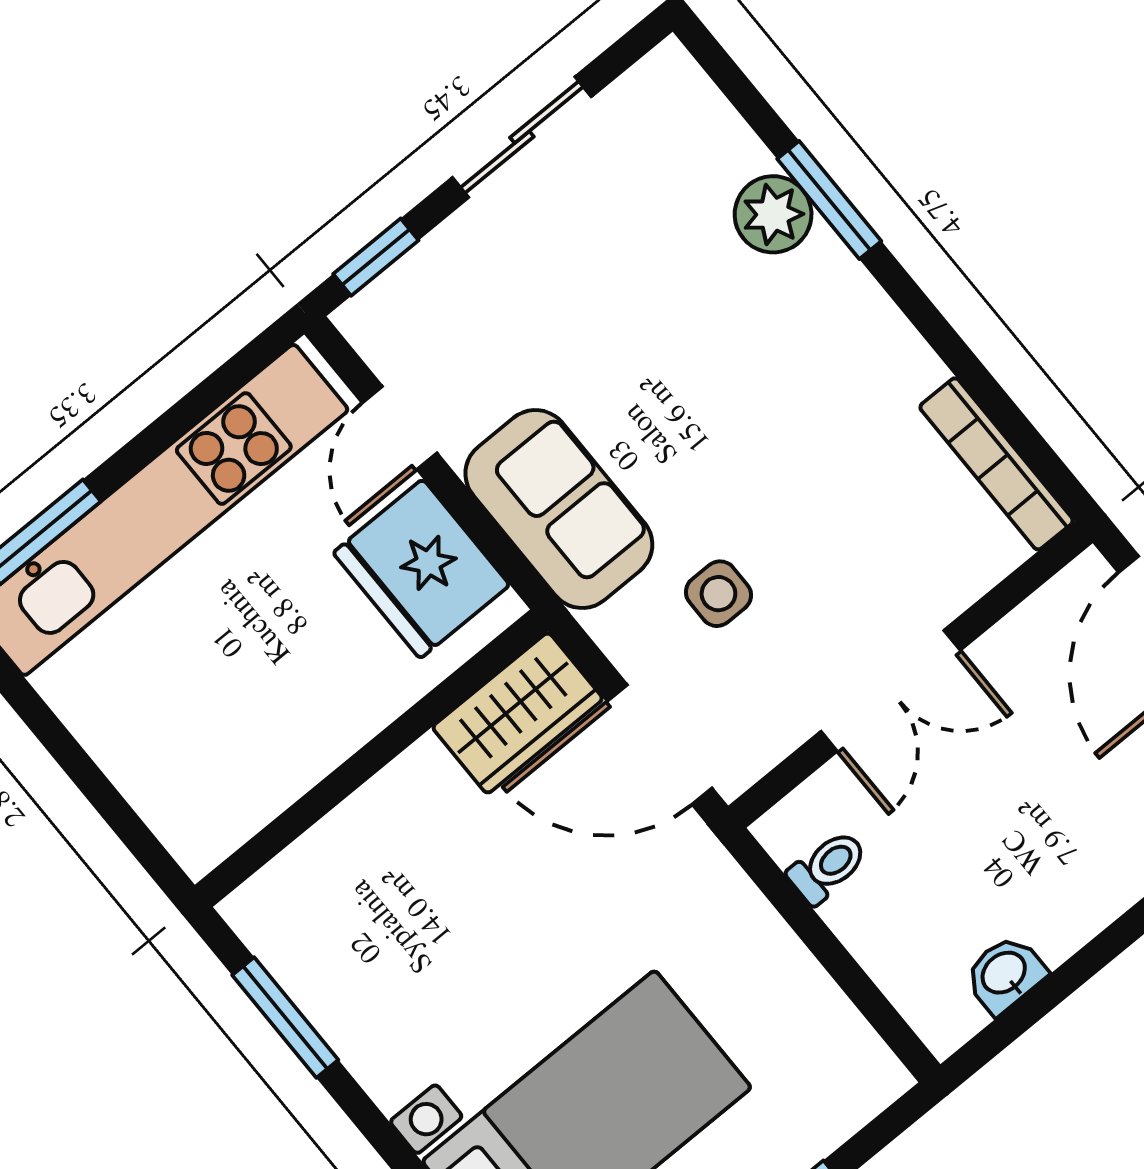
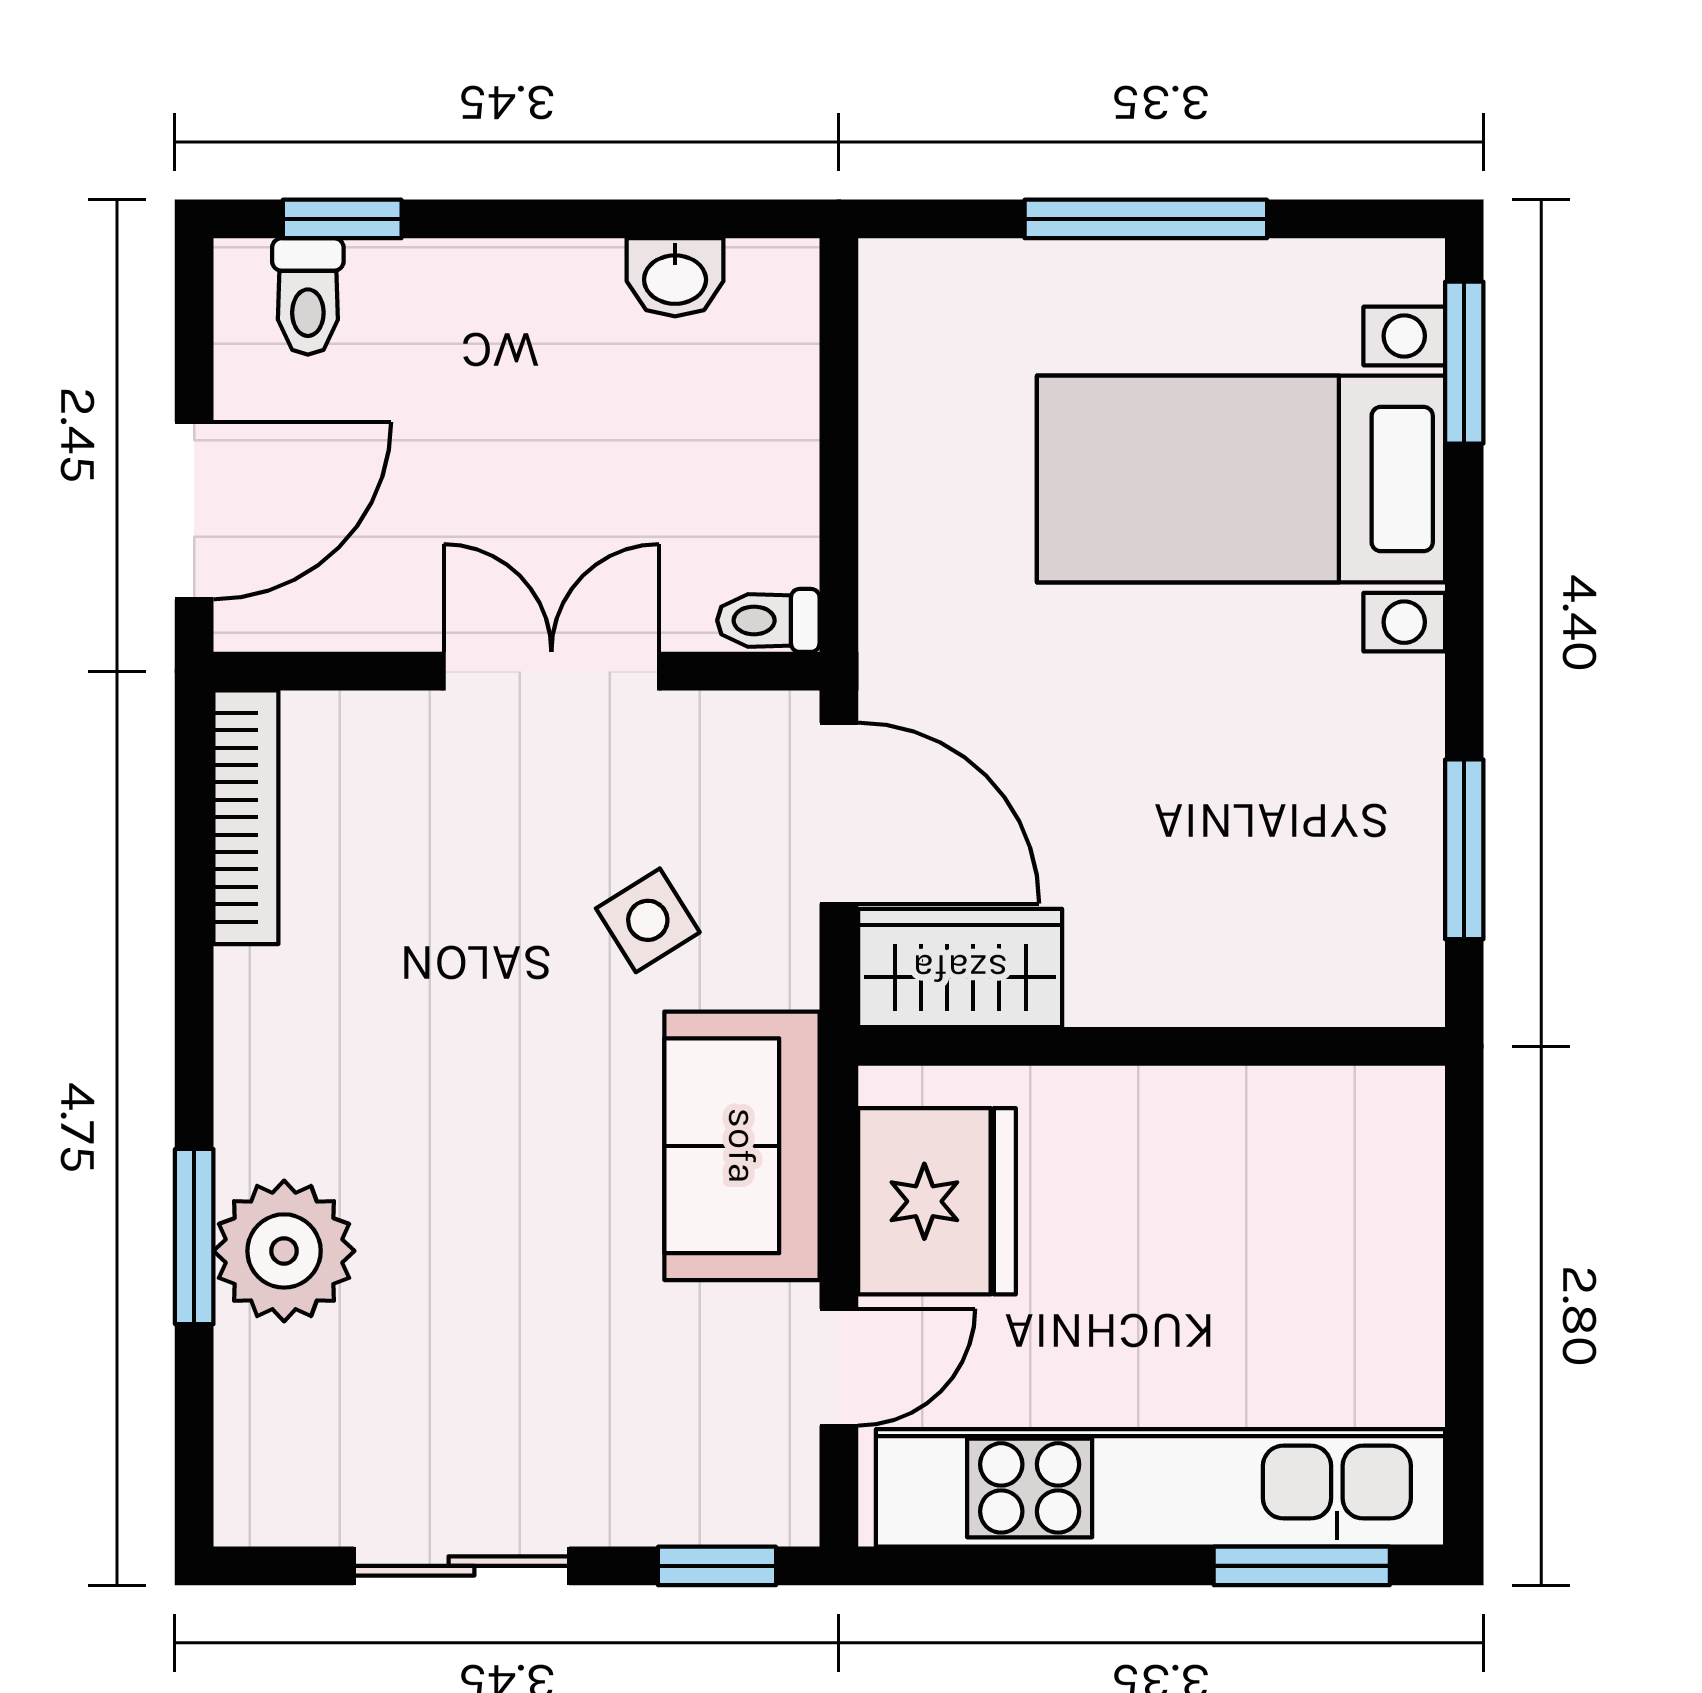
plant: (773, 214) -> (284, 1251), width x1.36, depth x1.36
side table: (718, 594) -> (648, 920), turned -32
toilet: (828, 867) -> (768, 620), moved

